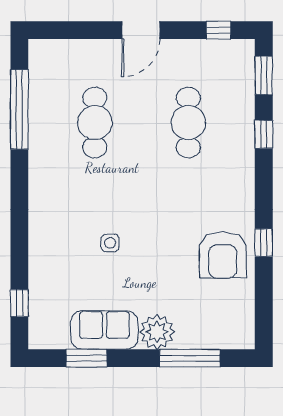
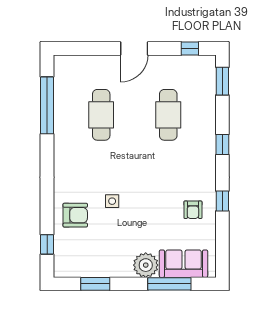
window: (264, 134) -> (222, 144), moved
armchair: (223, 255) -> (193, 210), width x0.53, depth x0.53
armchair: (59, 262) -> (75, 215), added
sofa: (104, 330) -> (184, 264), moved

